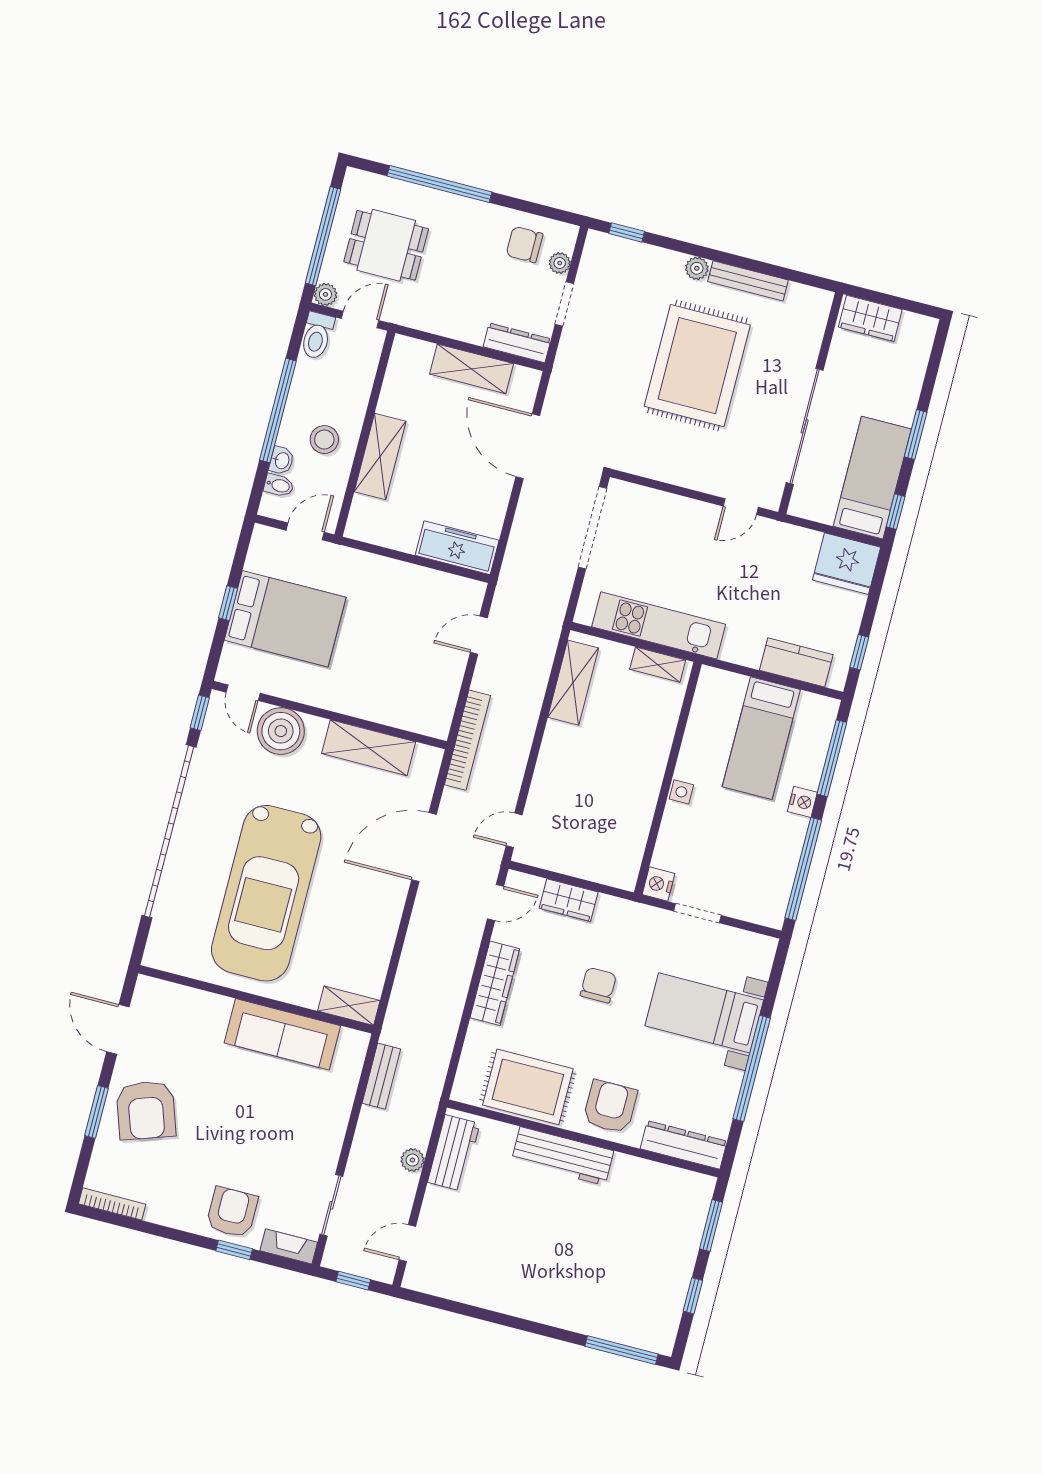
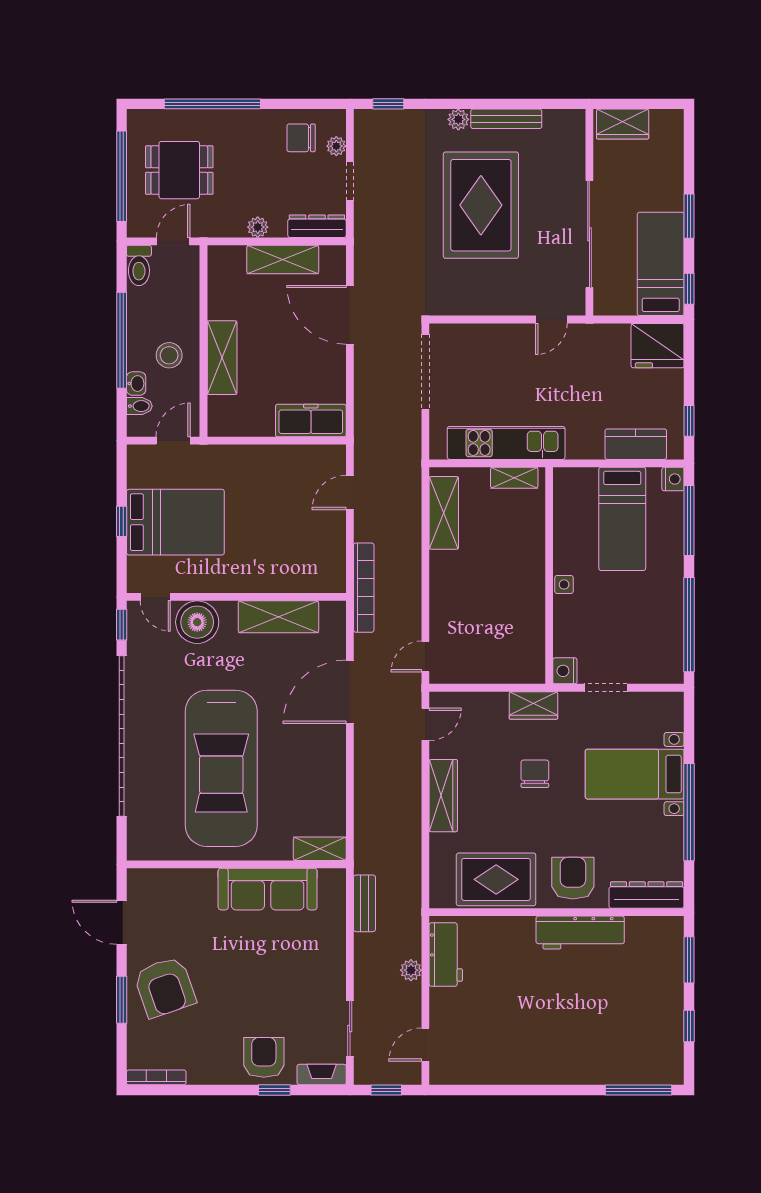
plant: (325, 294) -> (258, 227), moved
nightstand: (802, 802) -> (673, 479), moved
wardrobe: (569, 900) -> (533, 706), moved
workbench: (563, 1156) -> (580, 933), moved

